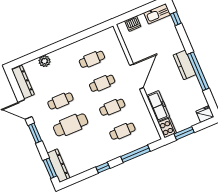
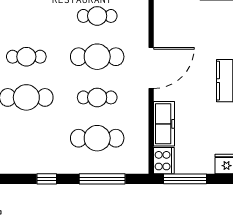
cafe table: (102, 83) -> (97, 57), width x1.37, depth x1.35
cafe table: (122, 131) -> (97, 138), width x1.37, depth x1.35
window: (184, 133) -> (185, 179), width x1.44

